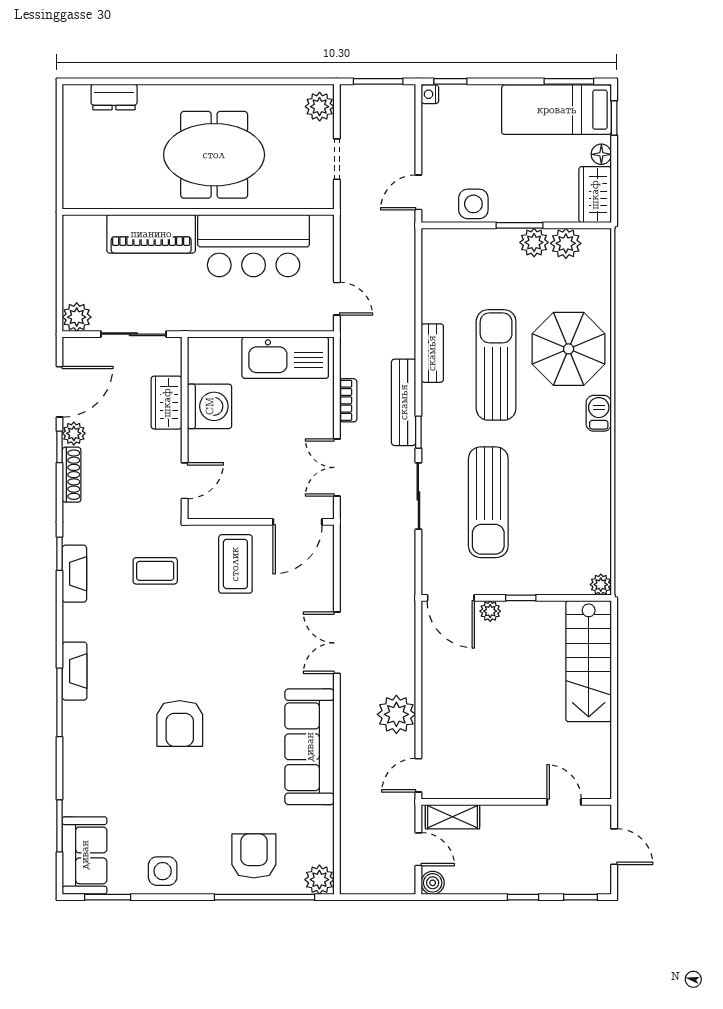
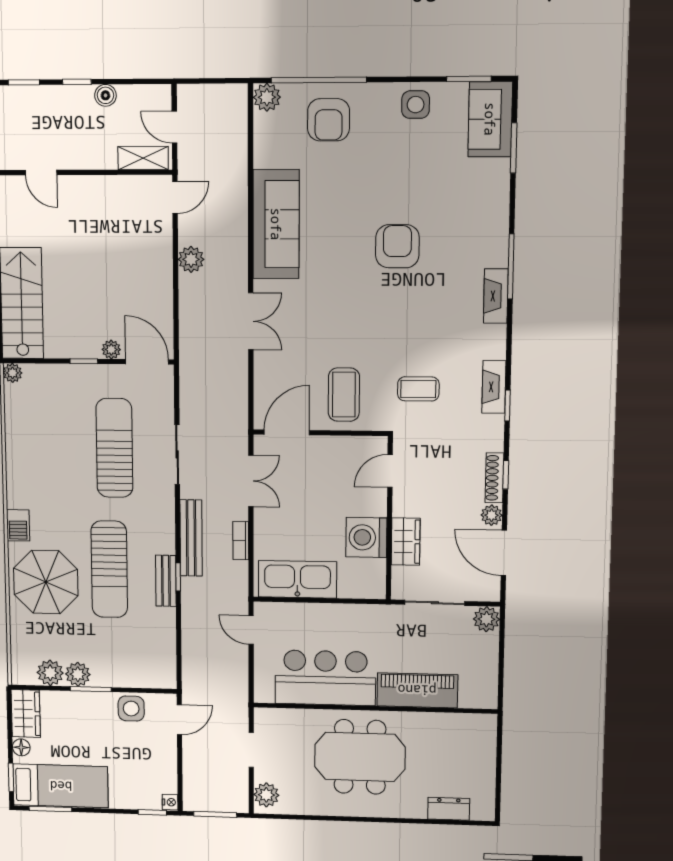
door: (59, 392) -> (504, 553), hinge flipped
window: (418, 432) -> (178, 577), moved
window: (59, 447) -> (506, 475), moved
plant: (396, 714) -> (191, 259), width x0.73, depth x0.73
boiler: (433, 883) -> (105, 95), moved

